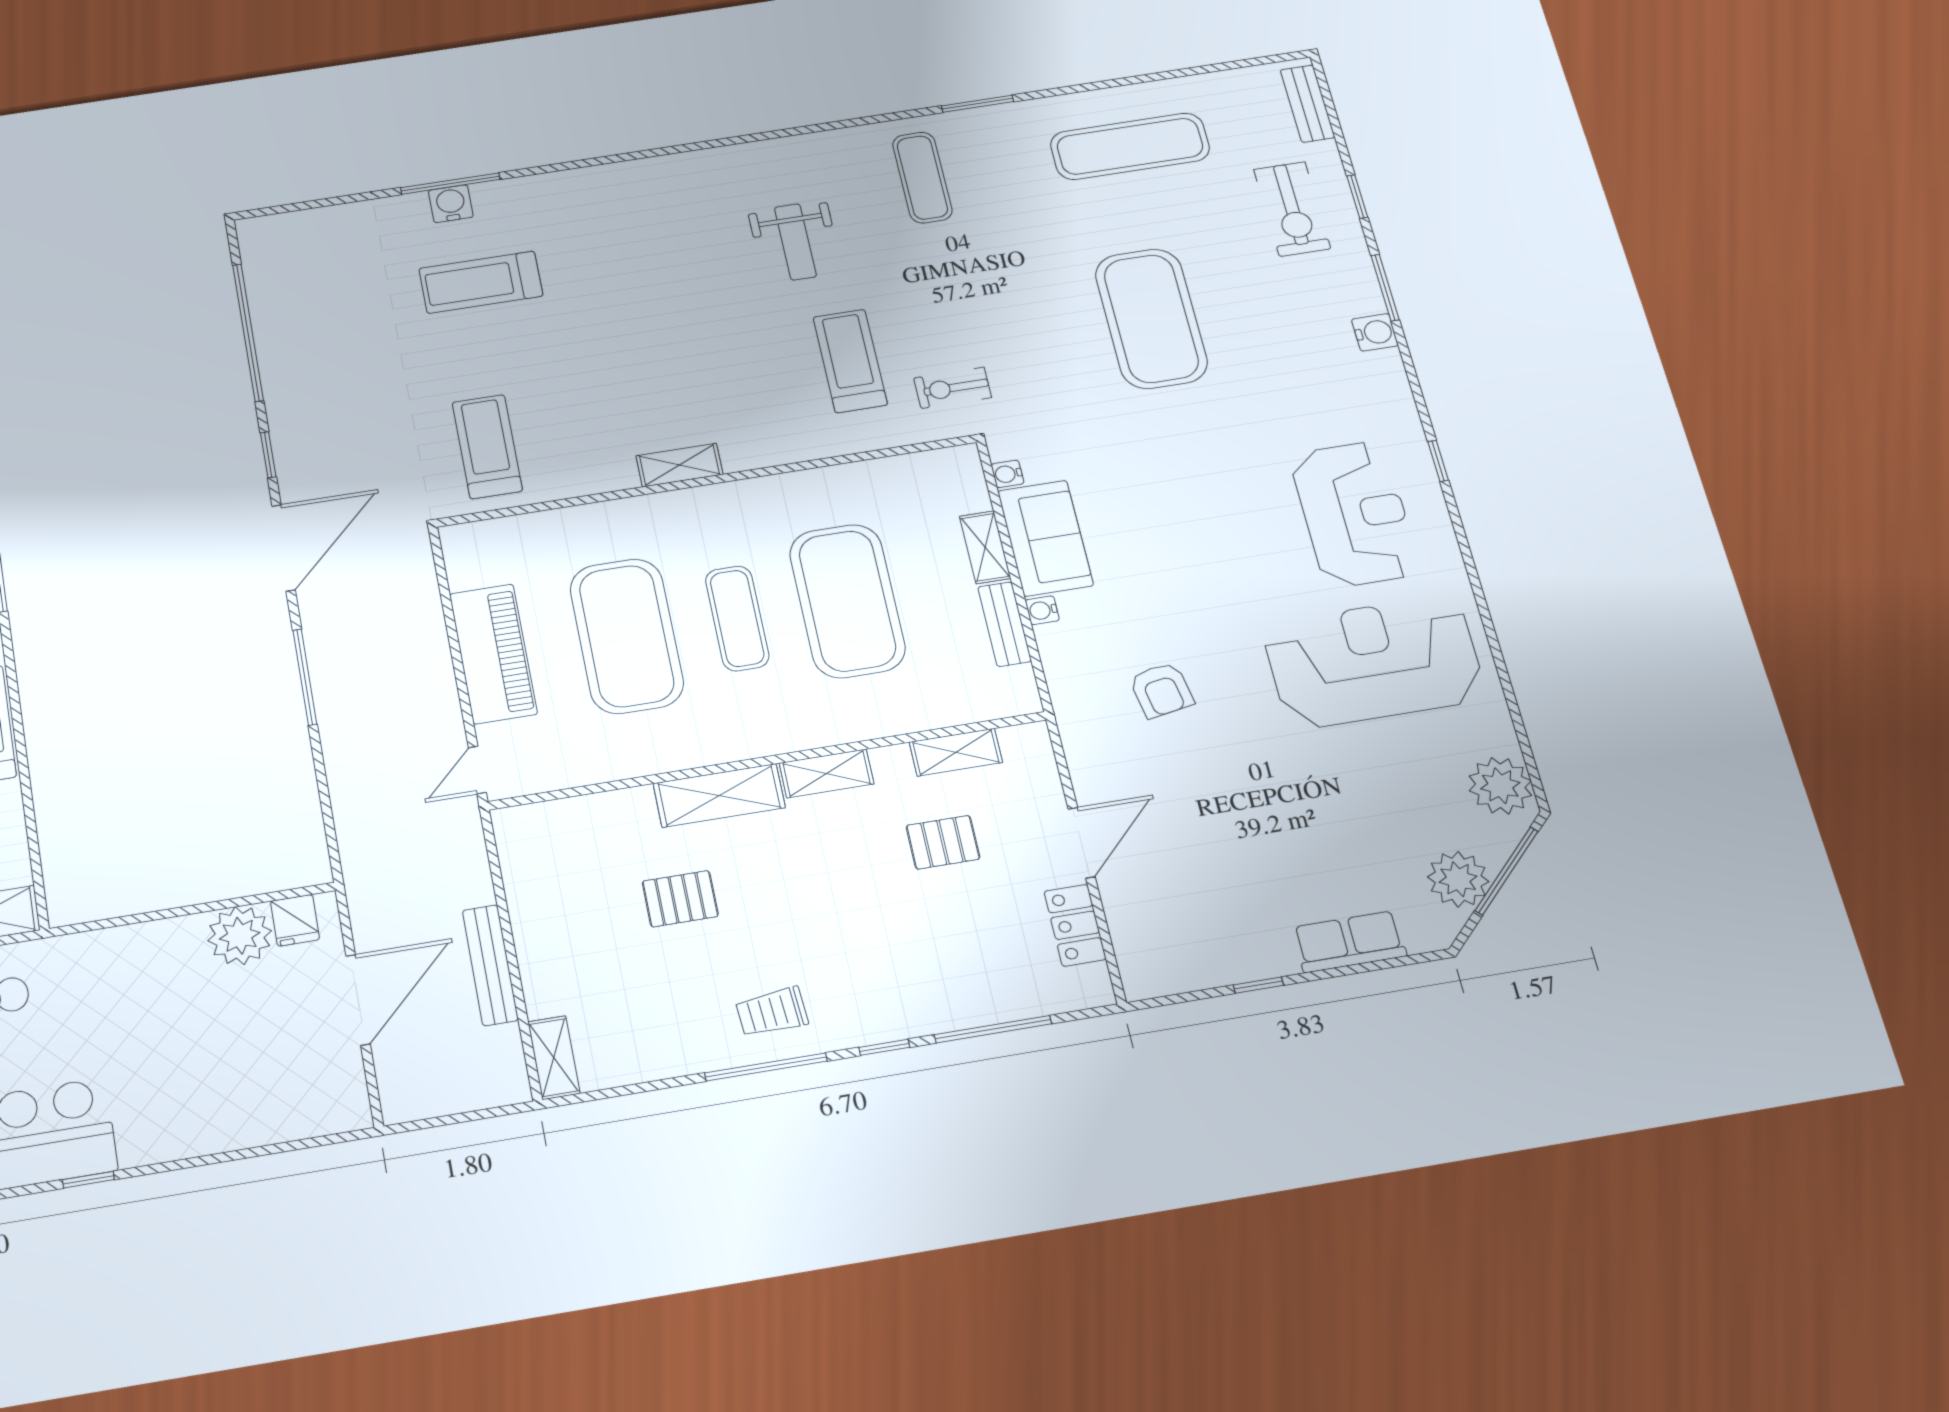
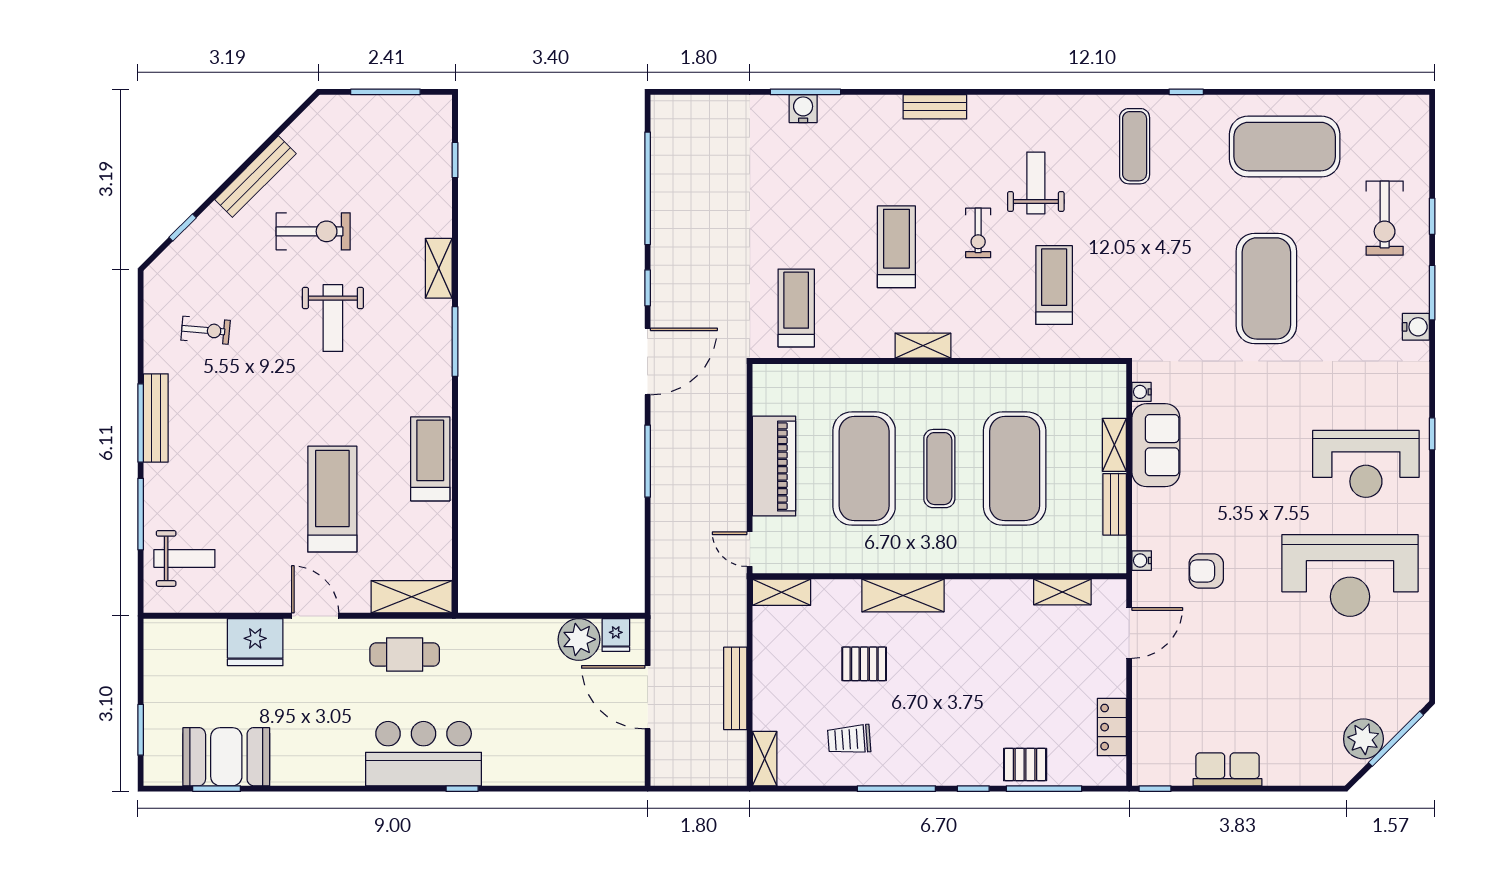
window: (977, 104) -> (1186, 92), width x0.67
bench: (1307, 104) -> (935, 107), moved, turned 90
exercise mat: (1130, 146) -> (1285, 147), width x1.47
weight bench: (795, 242) -> (1036, 183), turned 180
treadmill: (481, 282) -> (896, 247), moved, turned 90
exercise bike: (953, 388) -> (978, 233), moved, turned -90
reception desk: (1355, 514) -> (1366, 464), turned 90
water cooler: (1042, 610) -> (1142, 561), moved
reception desk: (1374, 662) -> (1350, 575), turned 180
armchair: (1161, 690) -> (1206, 571), turned 100
door: (477, 770) -> (750, 549), hinge flipped
shelving: (827, 773) -> (782, 592), moved
plant: (1500, 786) -> (1408, 679), removed
pallet: (943, 842) -> (1025, 765), moved
door: (1082, 843) -> (1129, 633), moved
row of seats: (1349, 942) -> (1227, 769), moved
window: (1258, 985) -> (1155, 789), moved
door: (358, 1000) -> (648, 697), swing flipped
trolley: (772, 1012) -> (849, 739), moved

